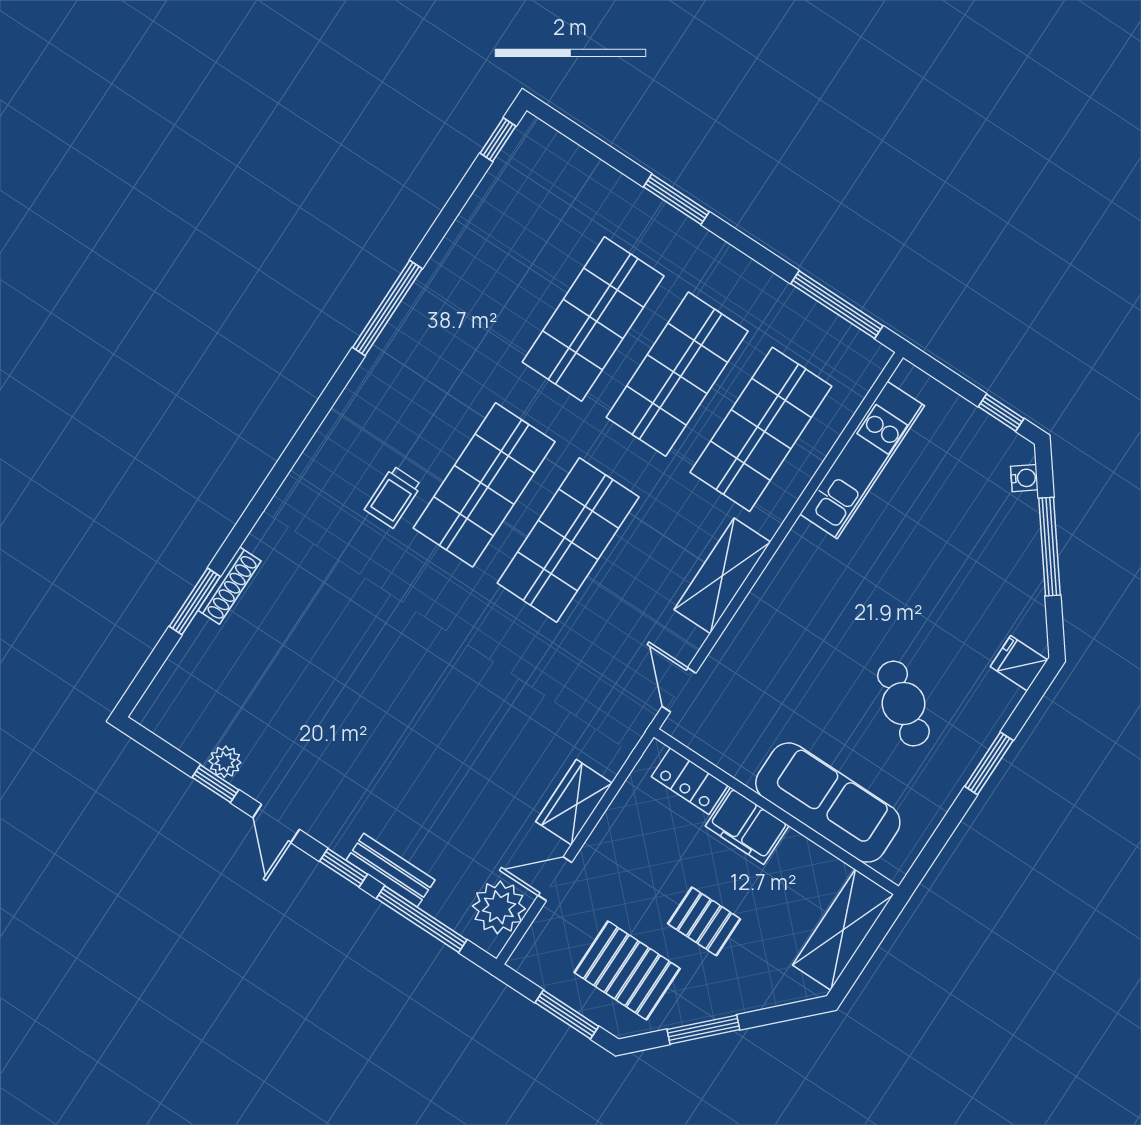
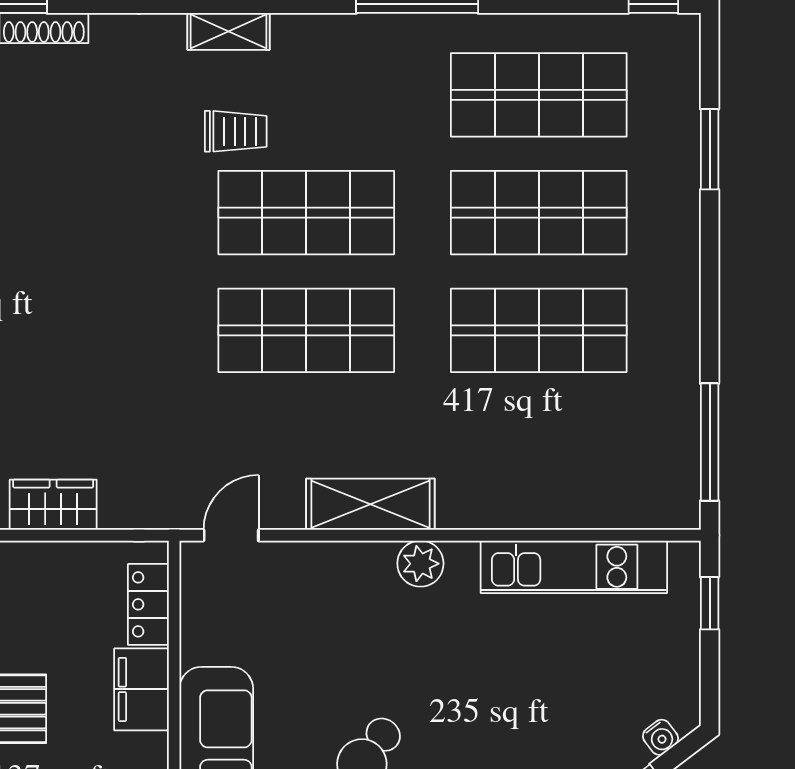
window: (676, 199) -> (710, 149), moved
window: (1001, 413) -> (710, 603), moved
shop shelf: (761, 429) -> (539, 95), moved
shelving: (318, 455) -> (229, 31), added
trolley: (393, 497) -> (236, 131), turned 180
plant: (788, 568) -> (420, 564), added

